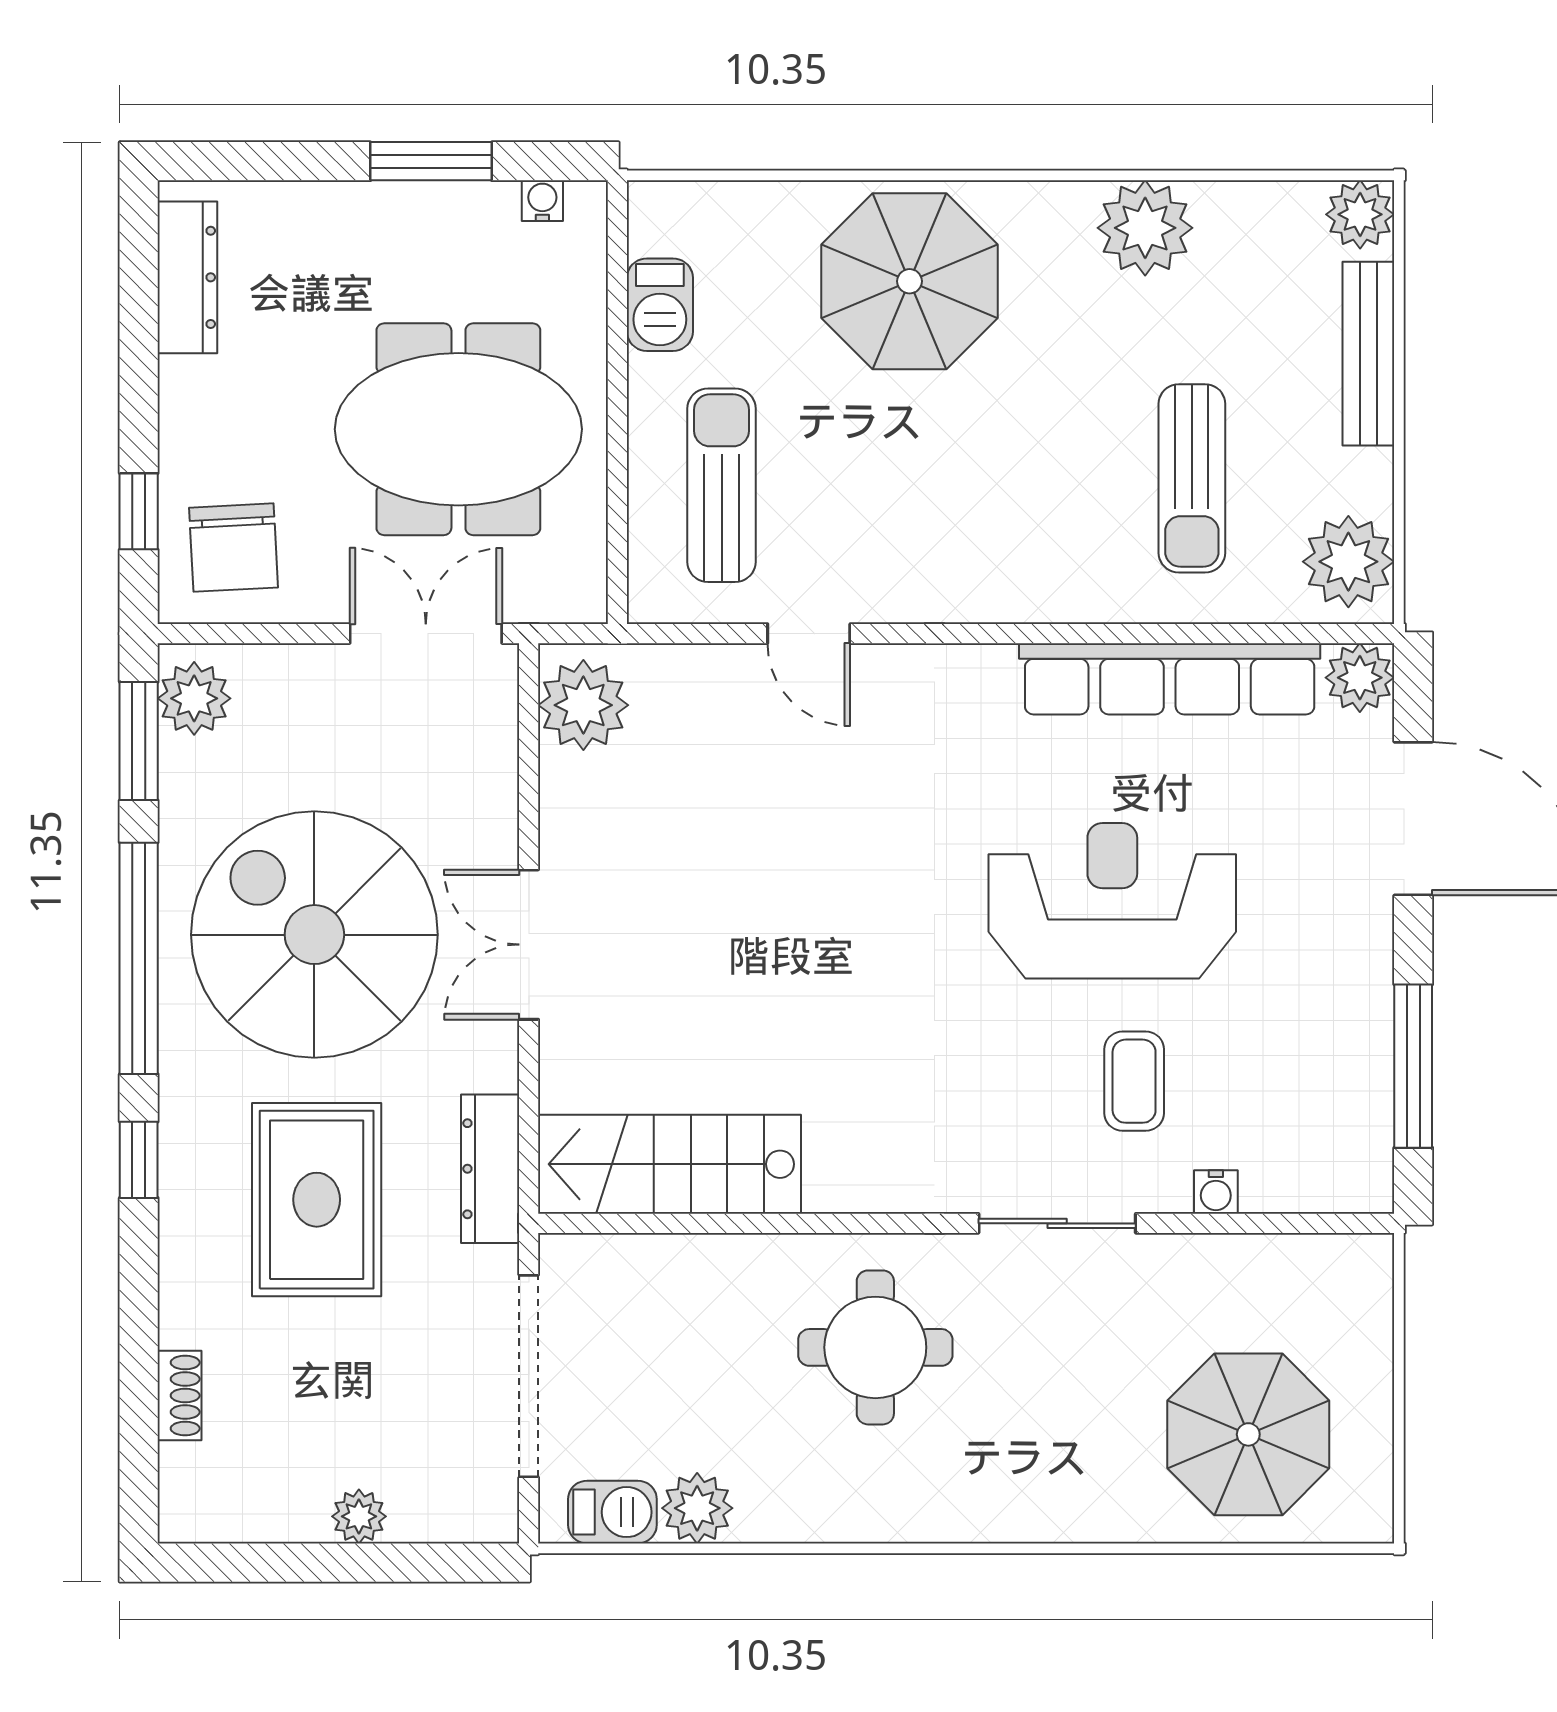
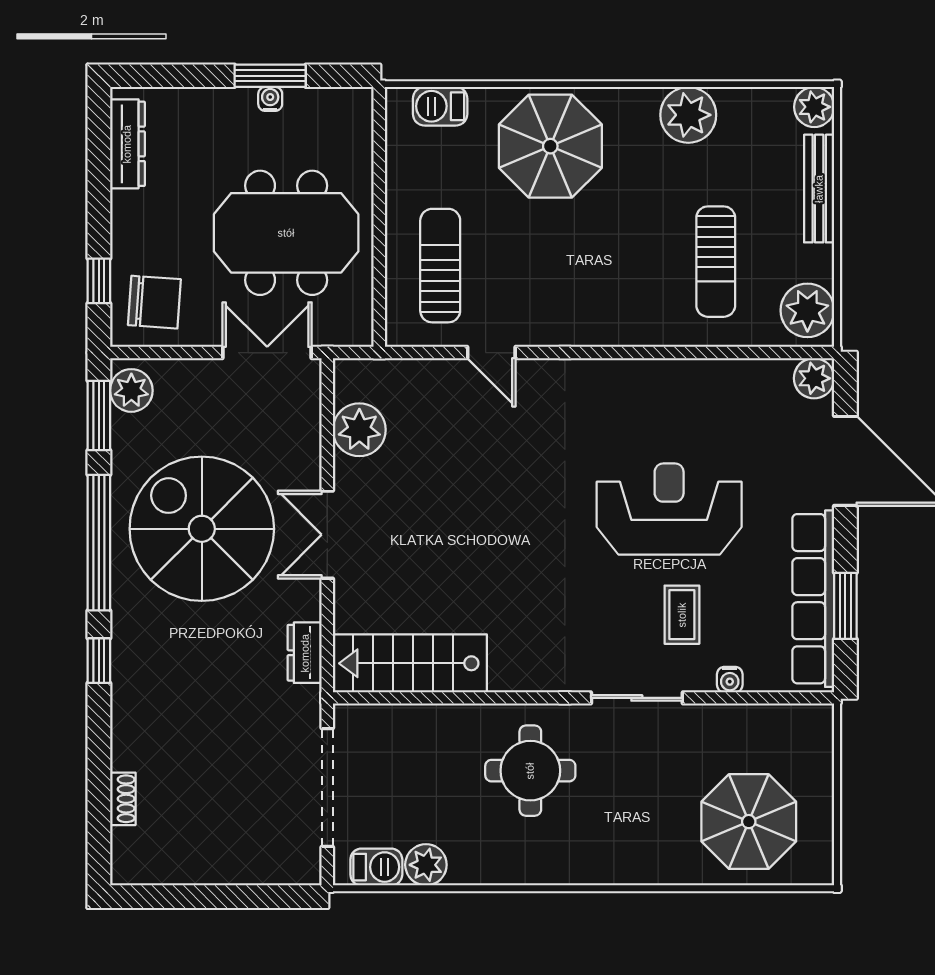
water cooler: (542, 201) -> (270, 99), moved
barbecue: (660, 305) -> (440, 106), moved, turned 90
chair: (234, 548) -> (154, 302), turned -83
row of seats: (1170, 679) -> (813, 599), moved, turned 90
plant: (583, 705) -> (359, 430), moved
window: (1413, 1066) -> (845, 606), width x0.69
dresser: (490, 1169) -> (305, 653), width x0.70
rug: (317, 1200) -> (203, 684), removed
plant: (359, 1516) -> (228, 870), removed

